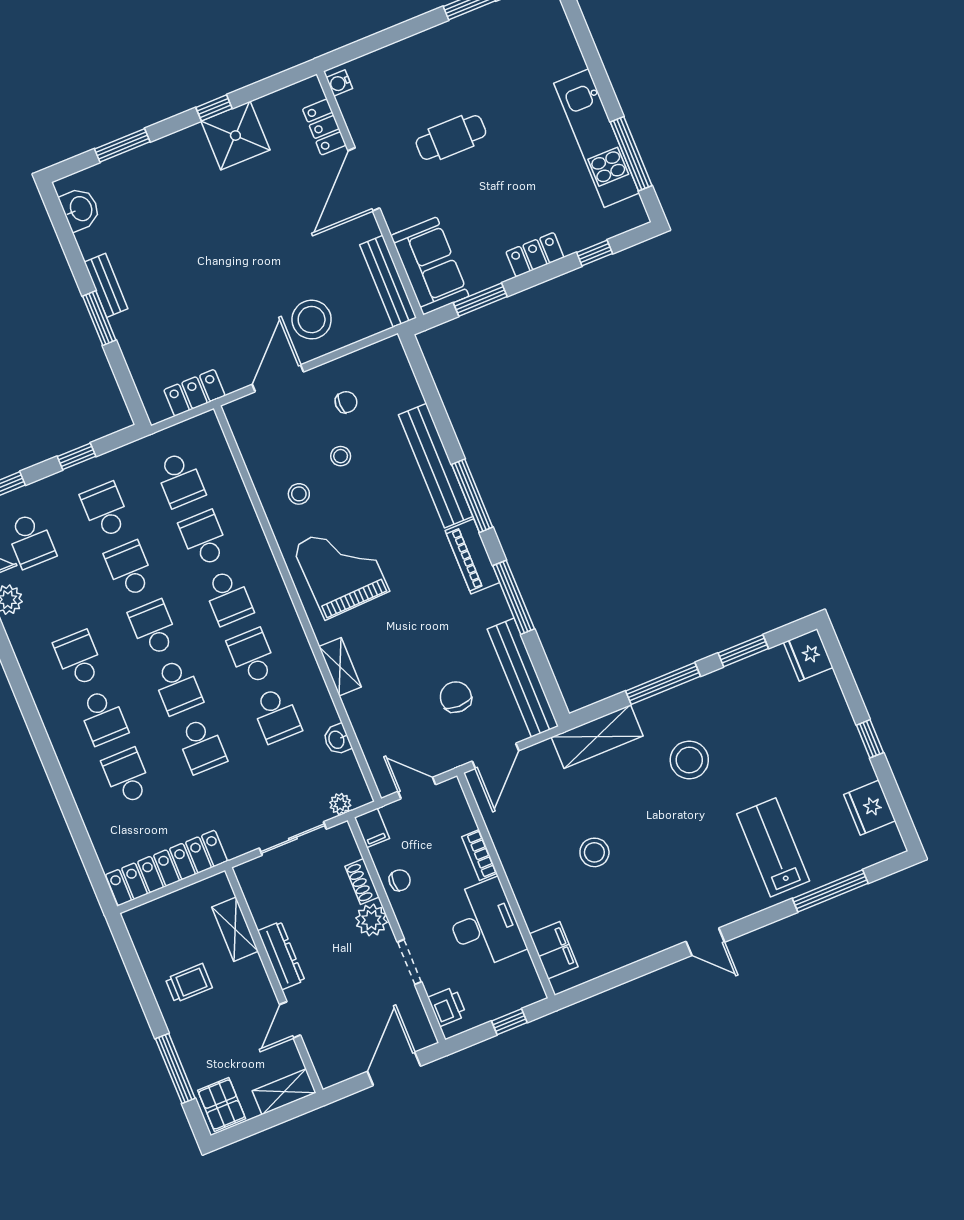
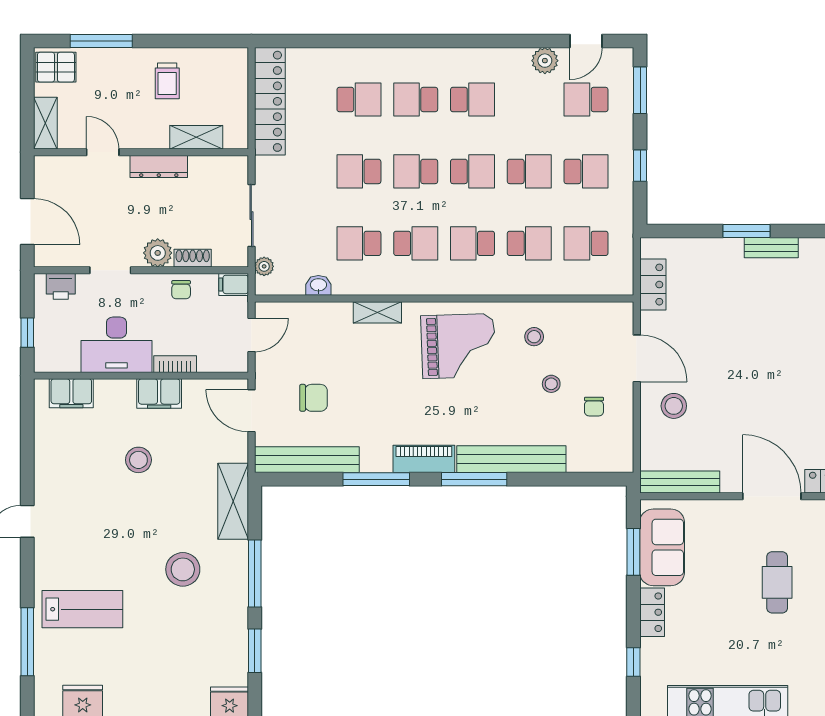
sofa: (430, 266) -> (662, 547), moved, turned -90
stool: (312, 320) -> (674, 406), width x0.73, depth x0.73
filing cabinet: (517, 859) -> (159, 394), added

